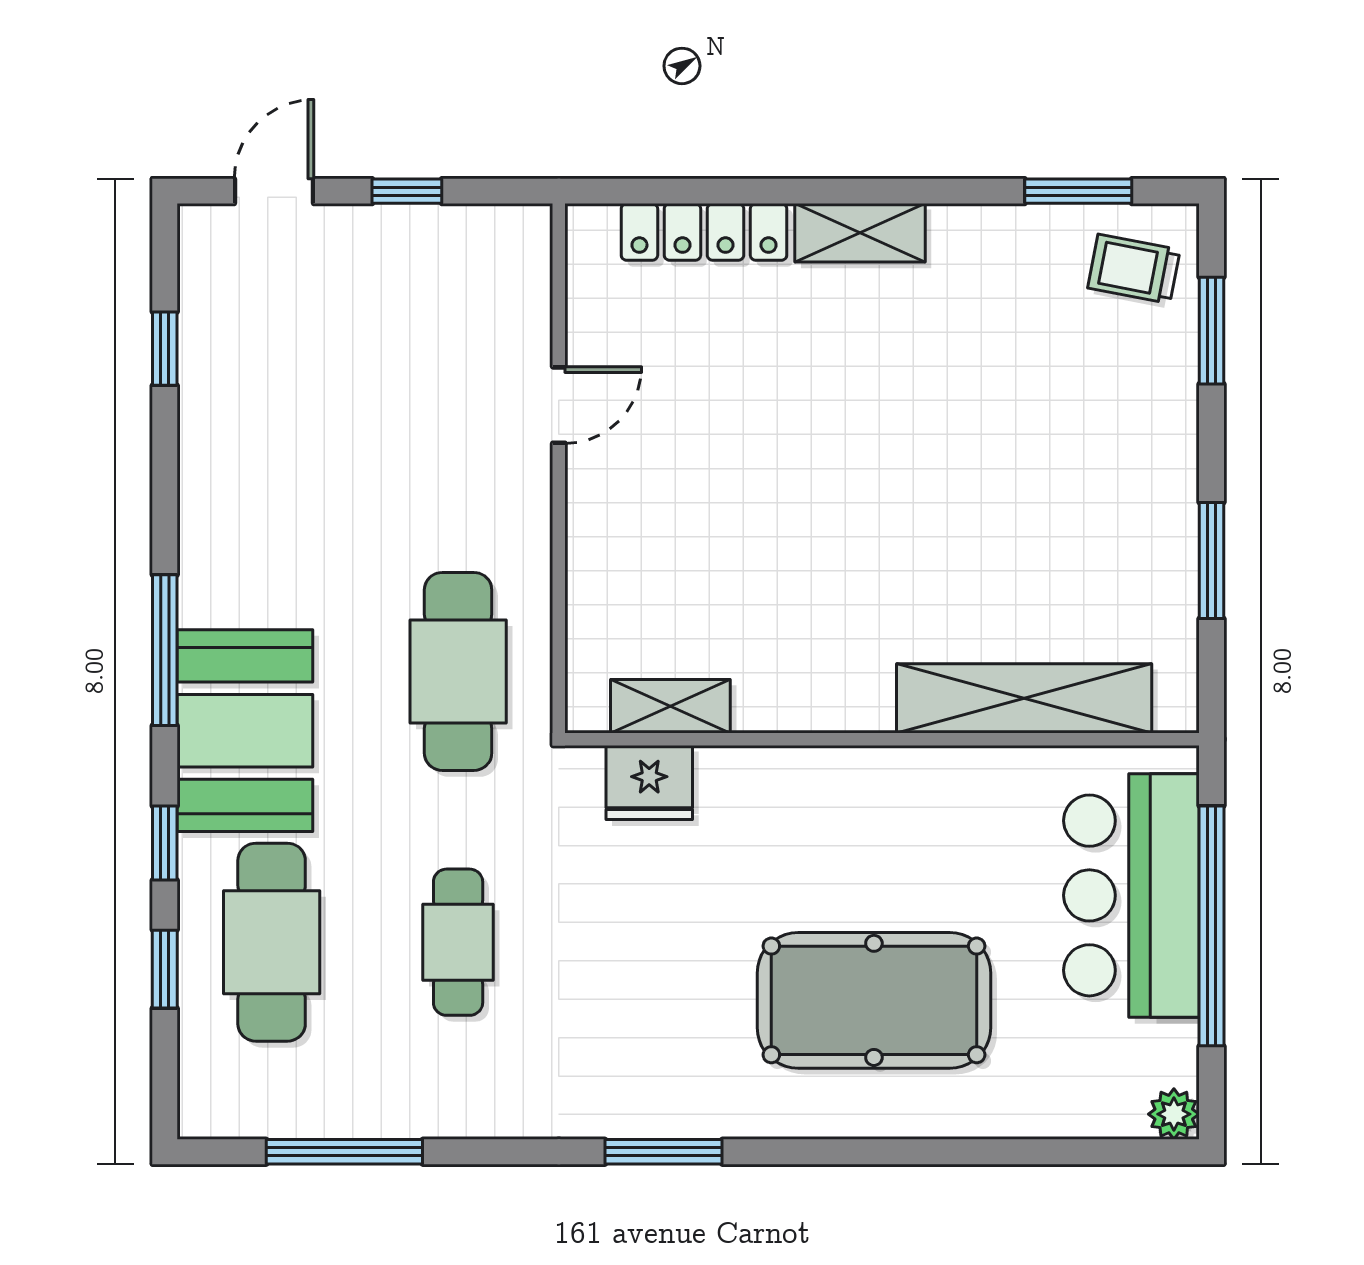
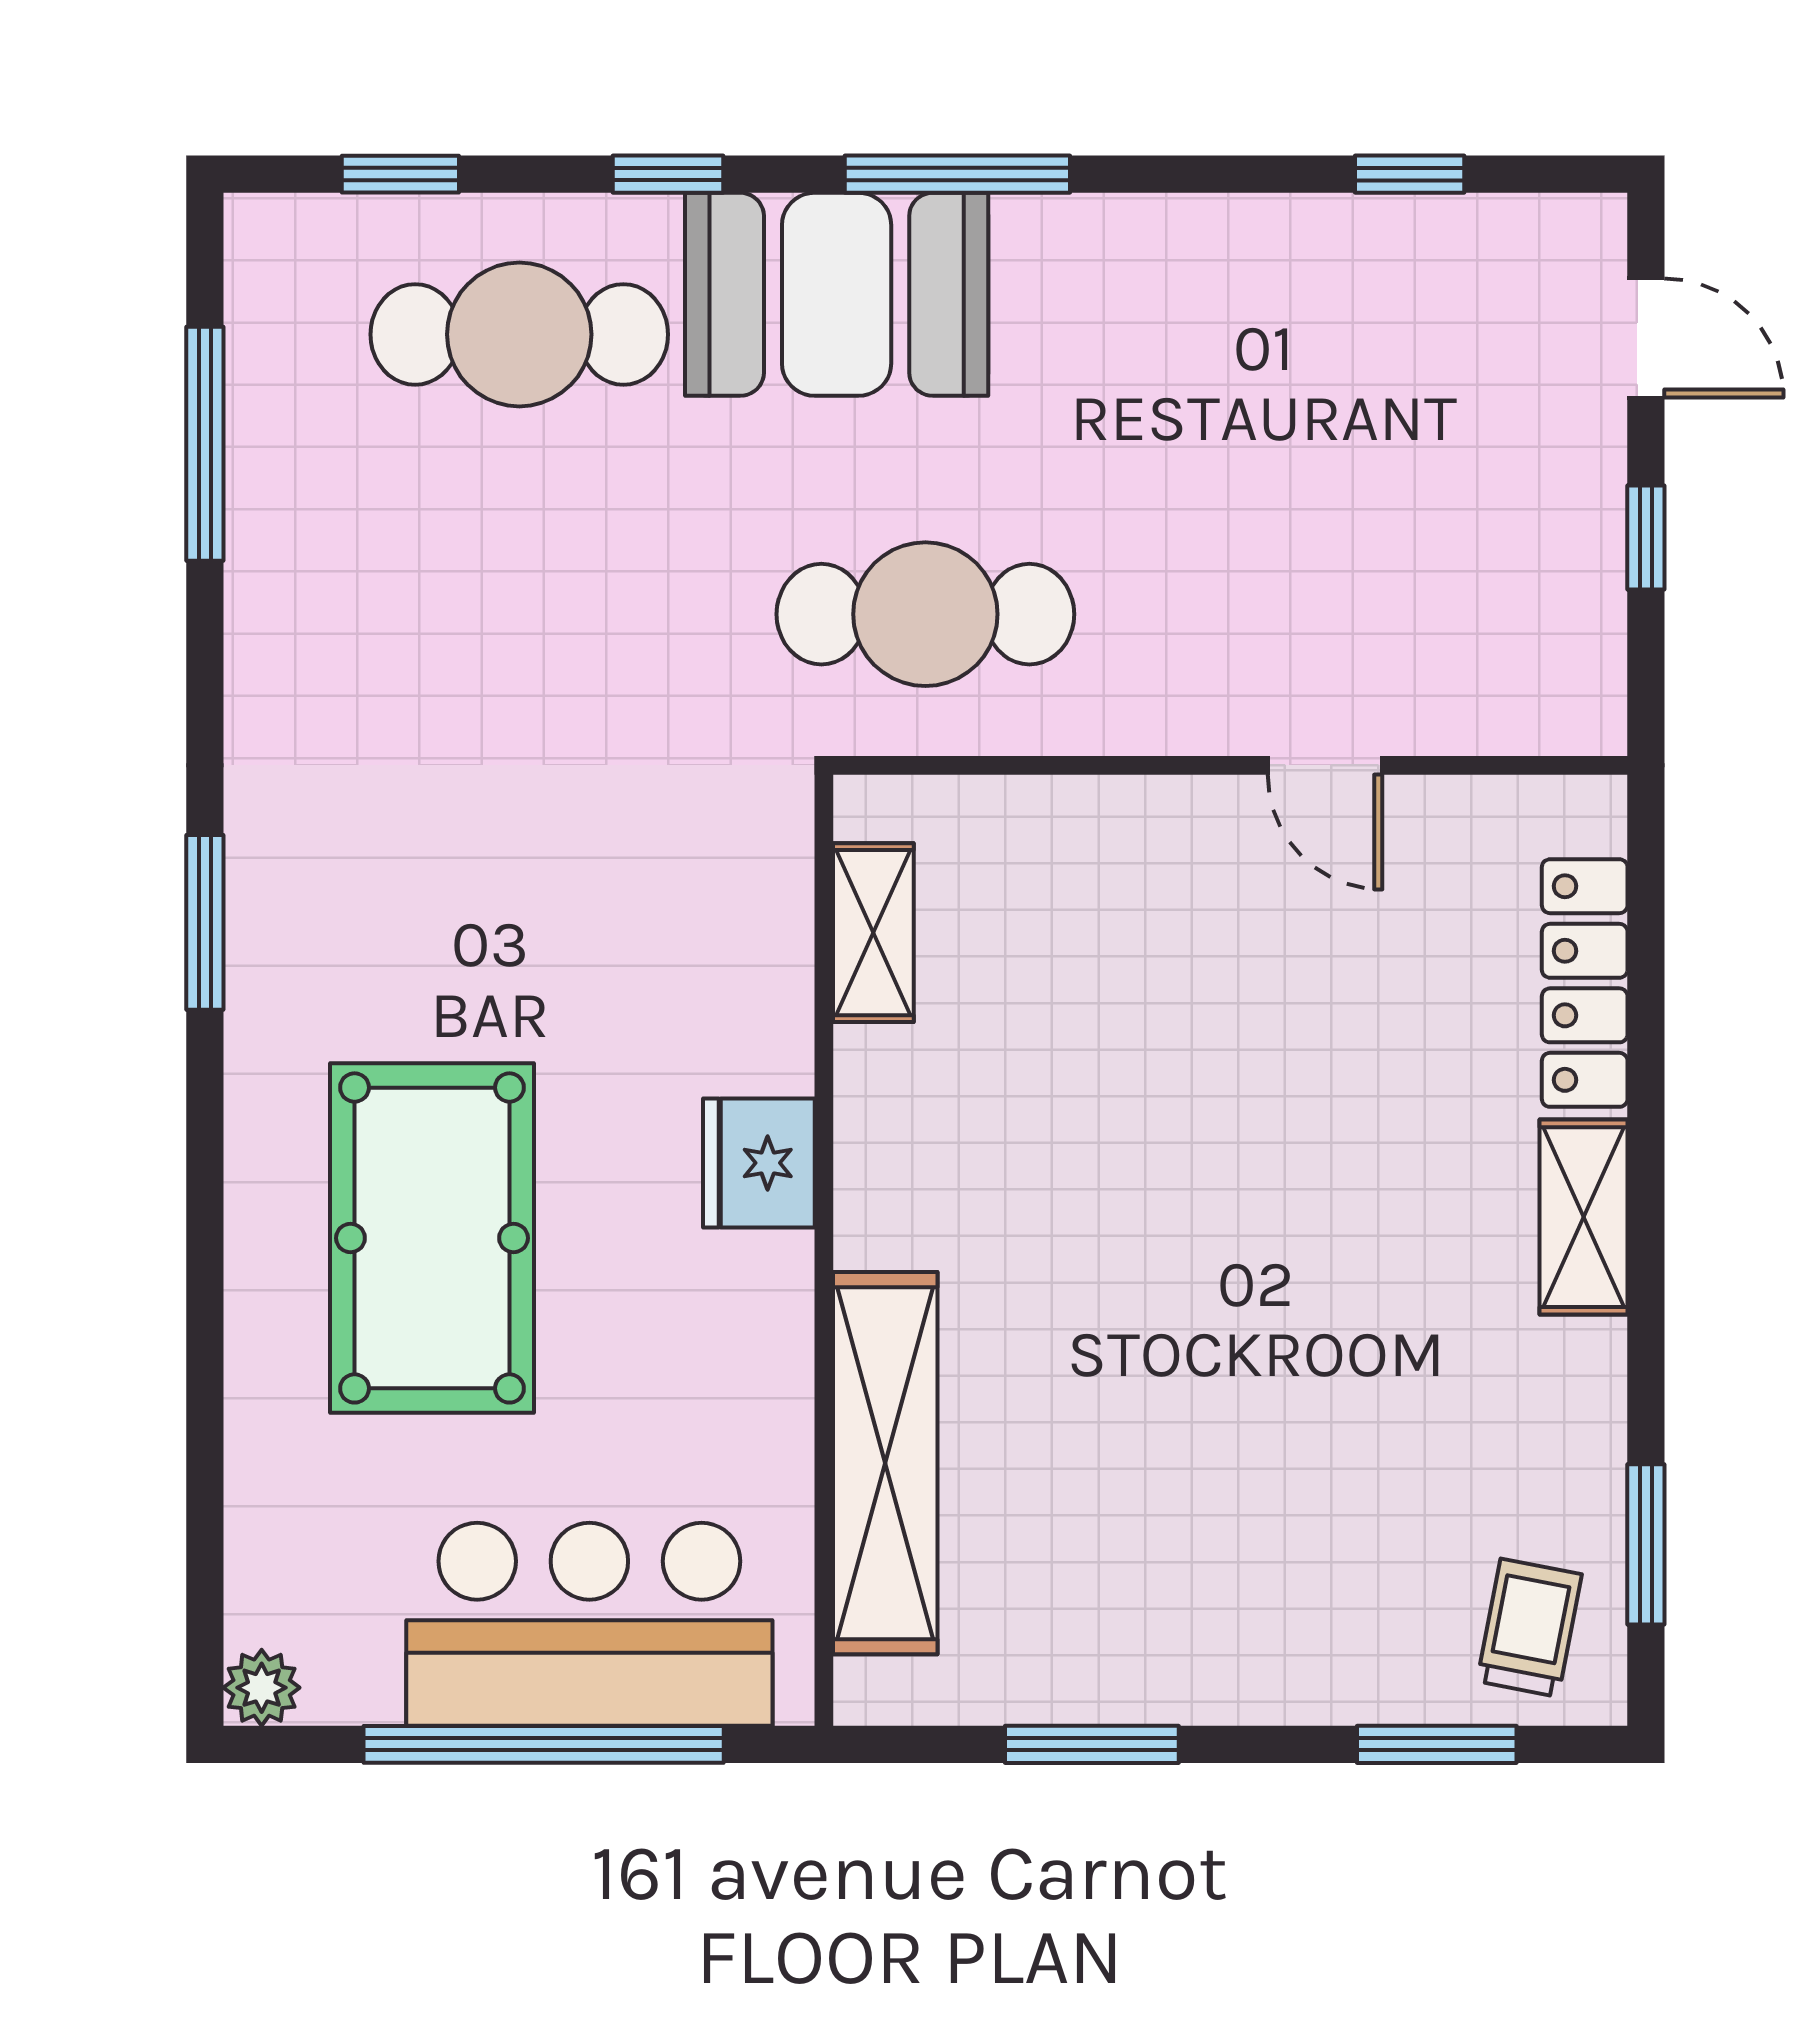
fridge: (649, 783) -> (759, 1163), moved
cafe table: (458, 942) -> (519, 614), removed
window: (165, 969) -> (400, 174), moved

